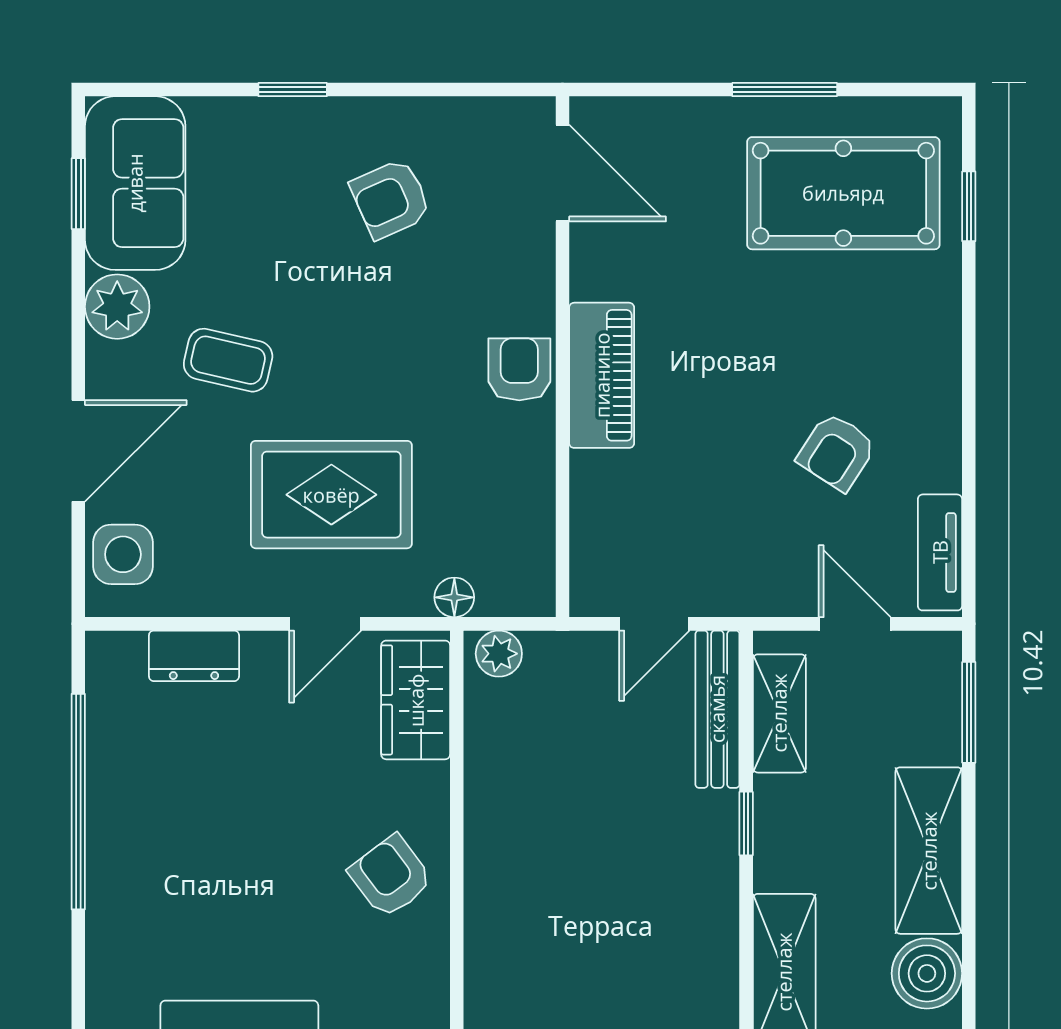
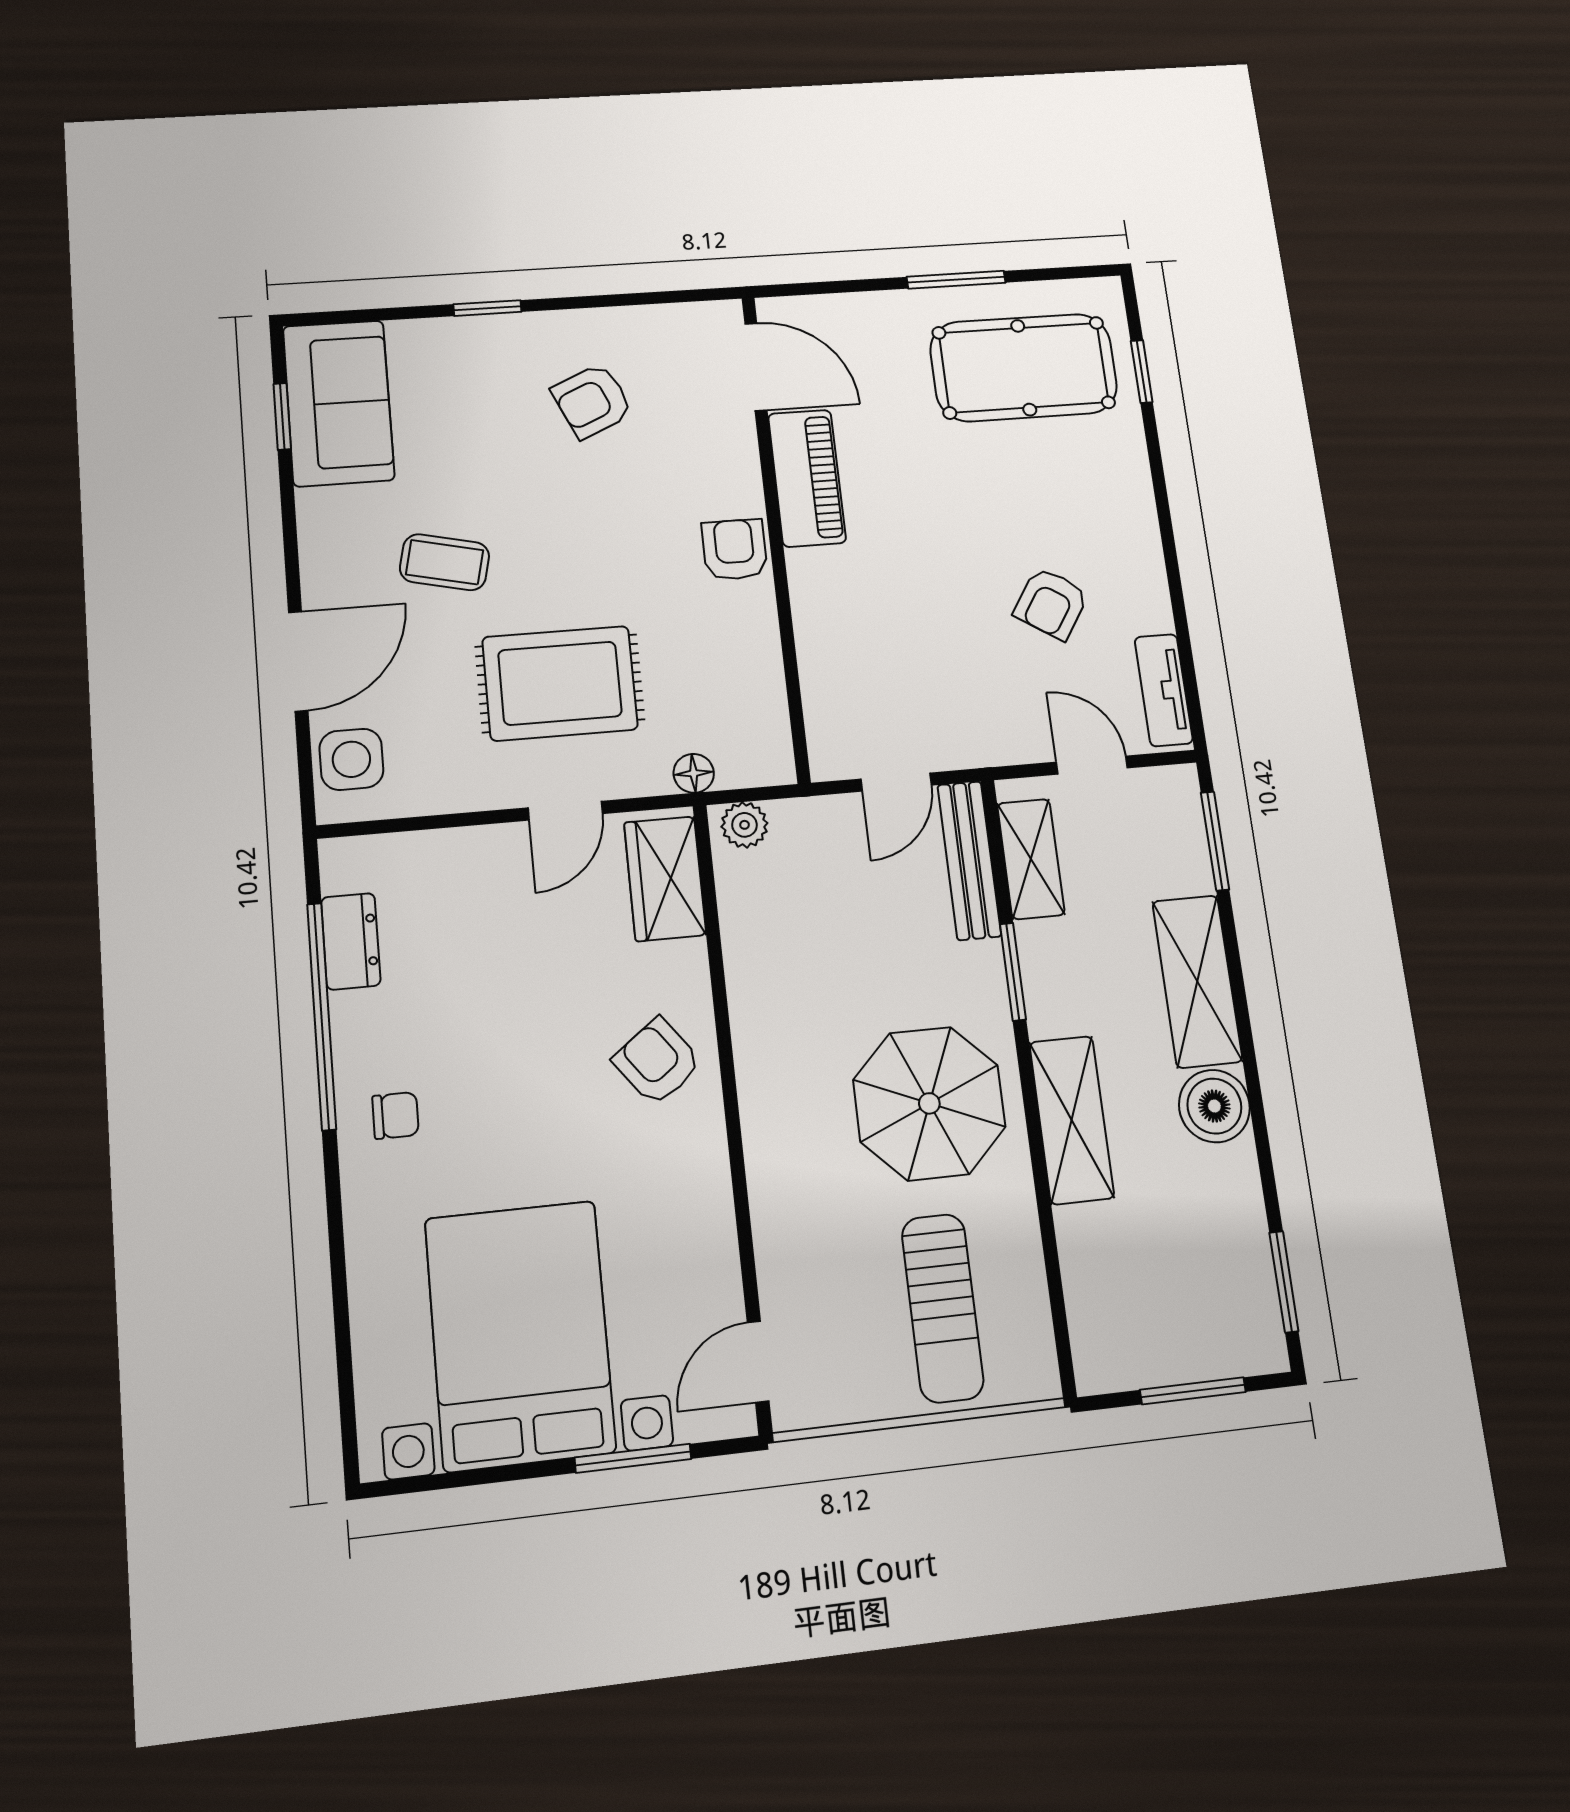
plant: (117, 307) -> (329, 520), removed
piano: (602, 375) -> (807, 478), moved
dresser: (194, 656) -> (351, 941), moved, turned -90
window: (746, 824) -> (1013, 972), width x1.50
chair: (141, 902) -> (396, 1115), added
parasol: (648, 942) -> (929, 1103), added

